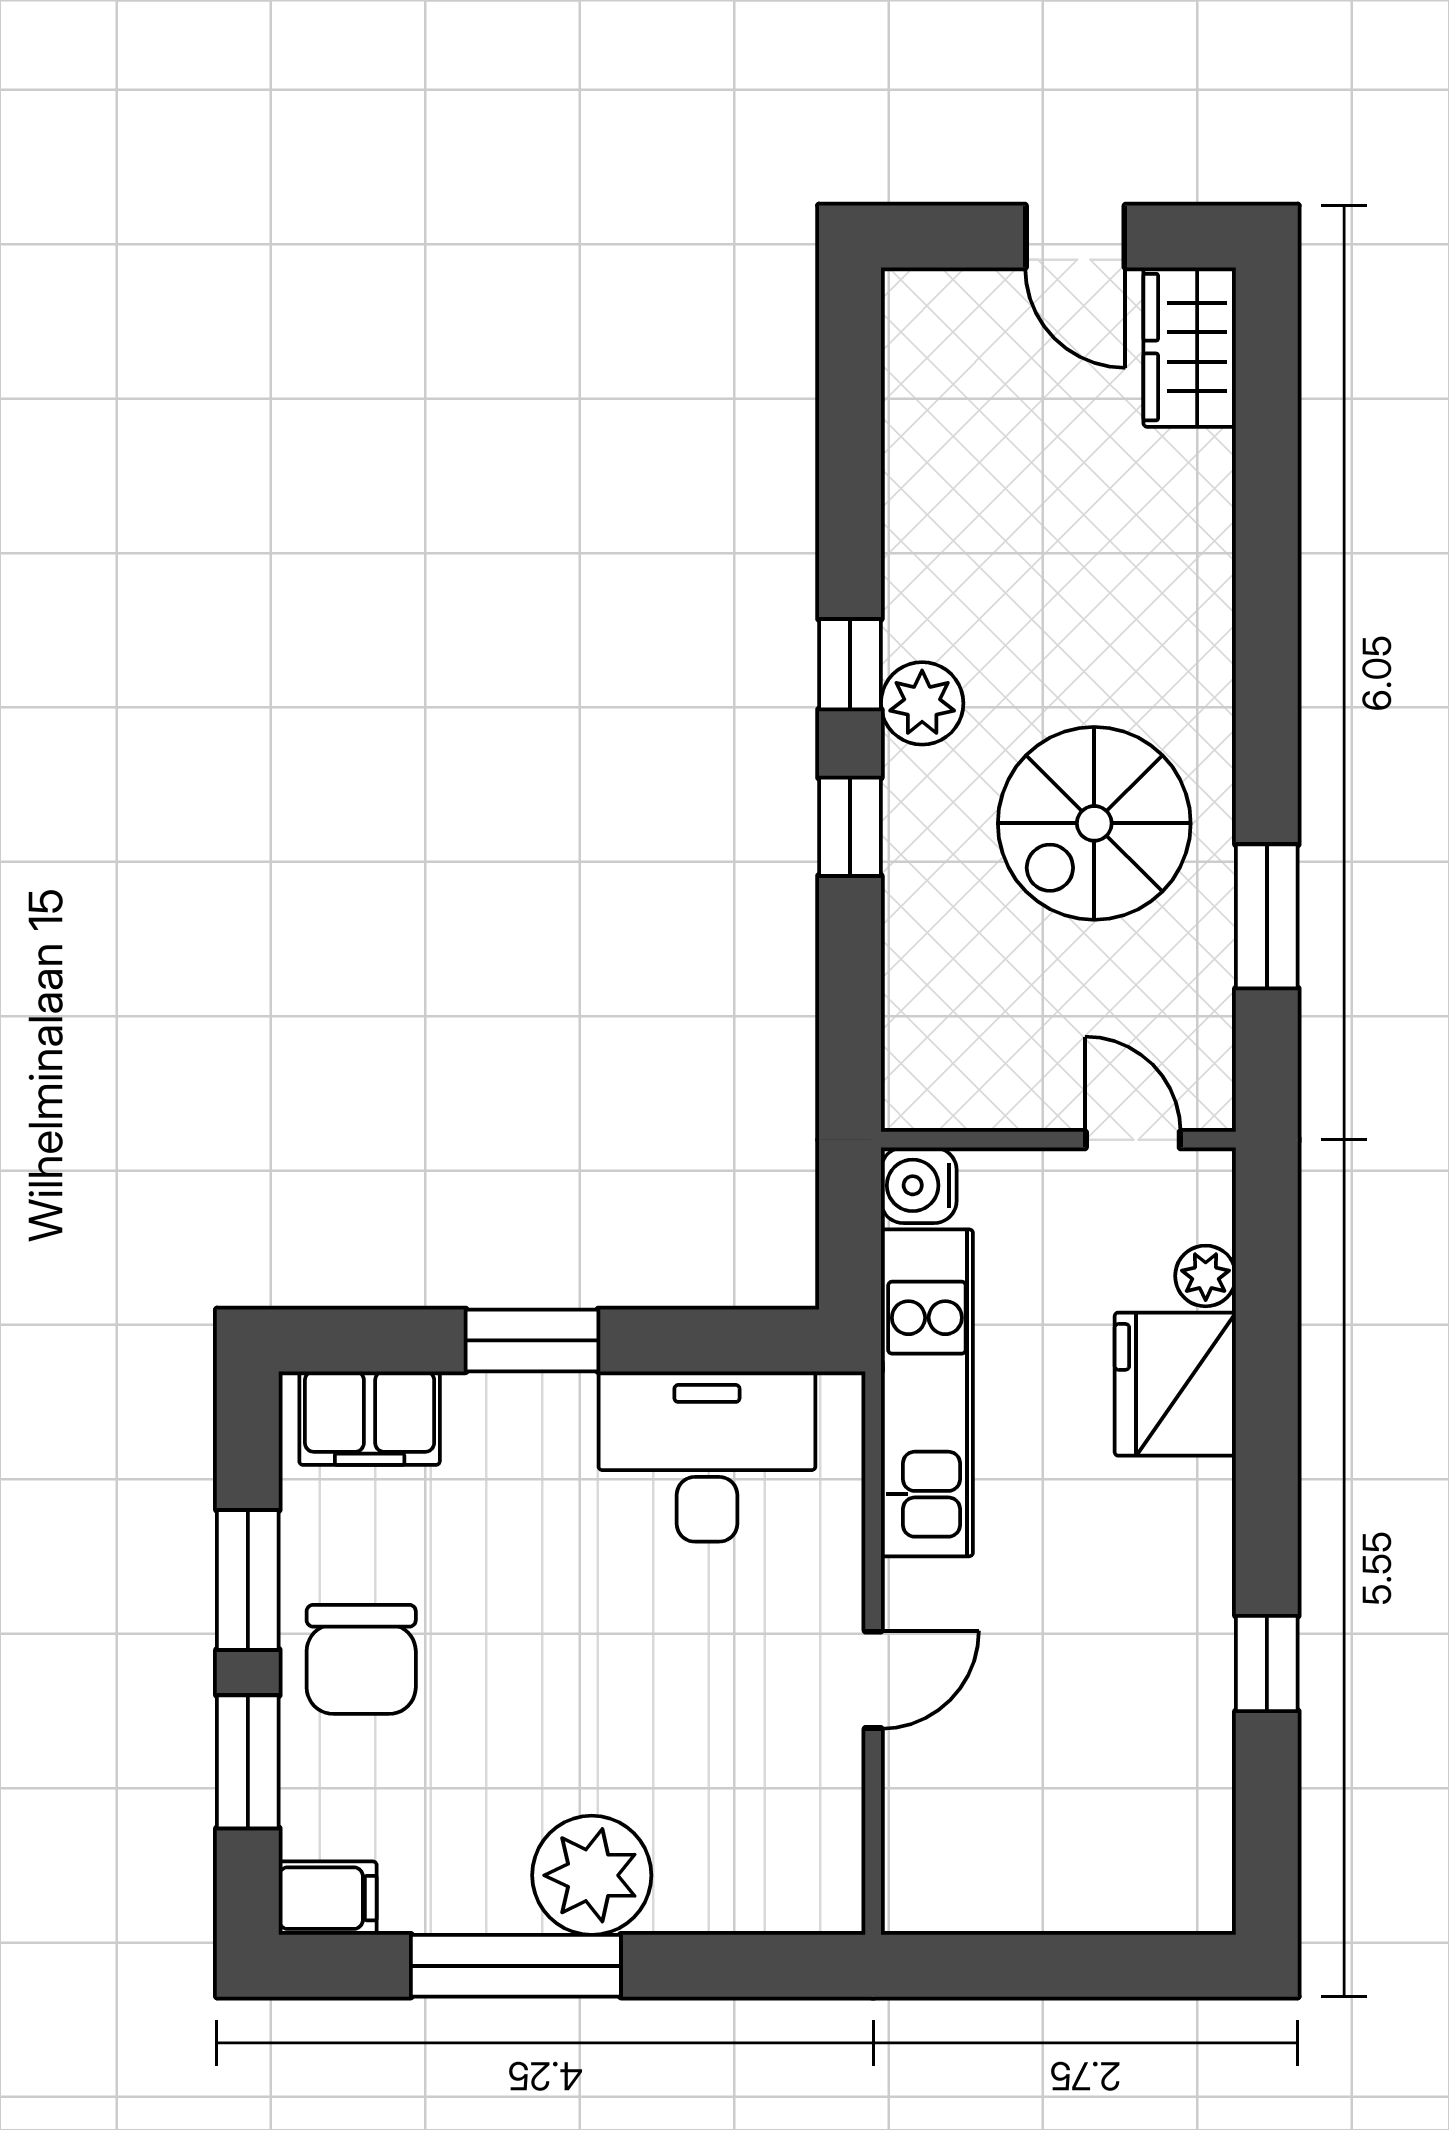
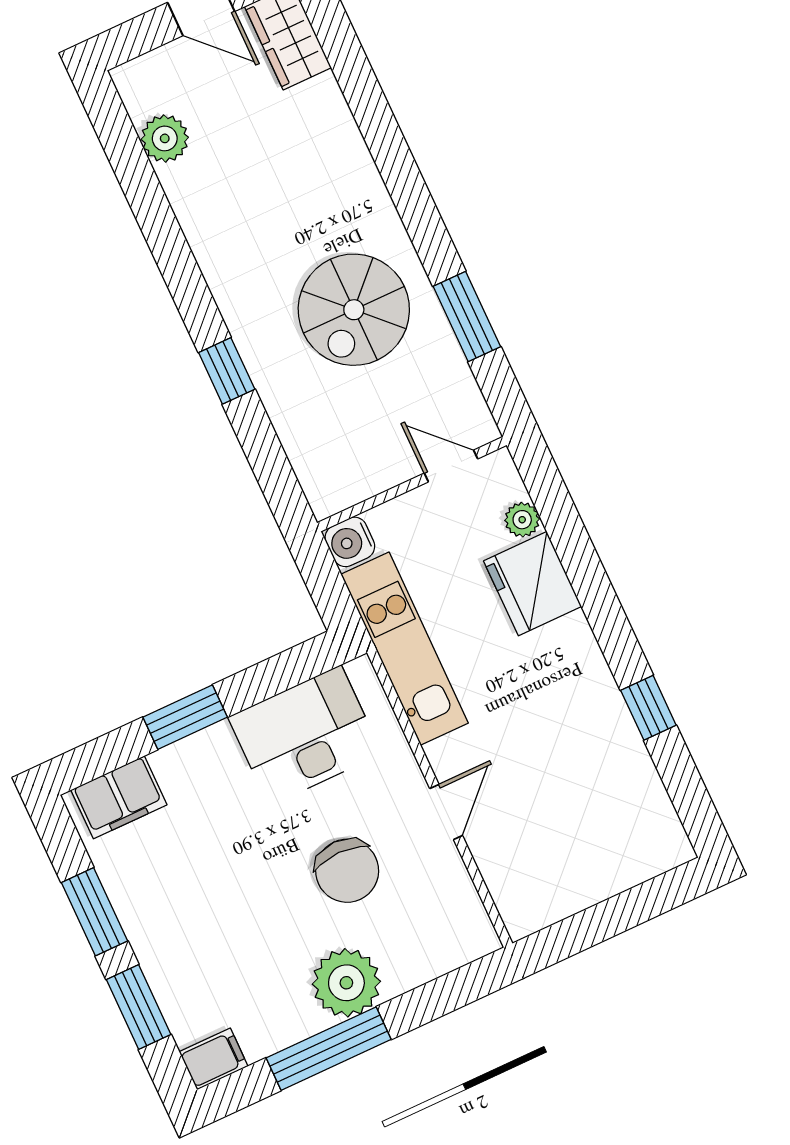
window: (850, 664) -> (187, 286), removed
plant: (922, 703) -> (165, 138), moved
chair: (361, 1659) -> (347, 871), moved

